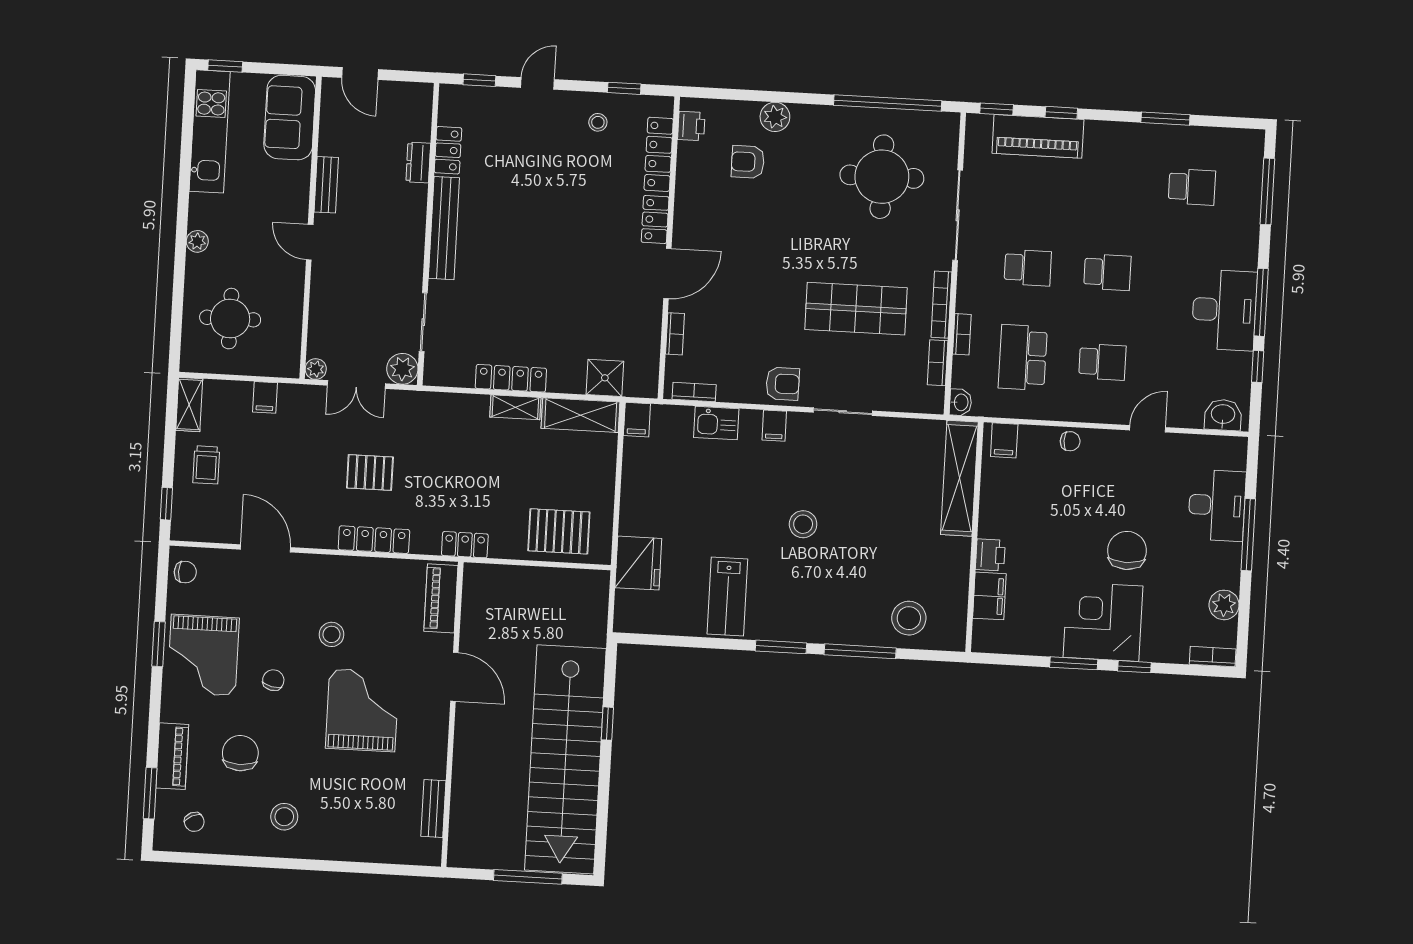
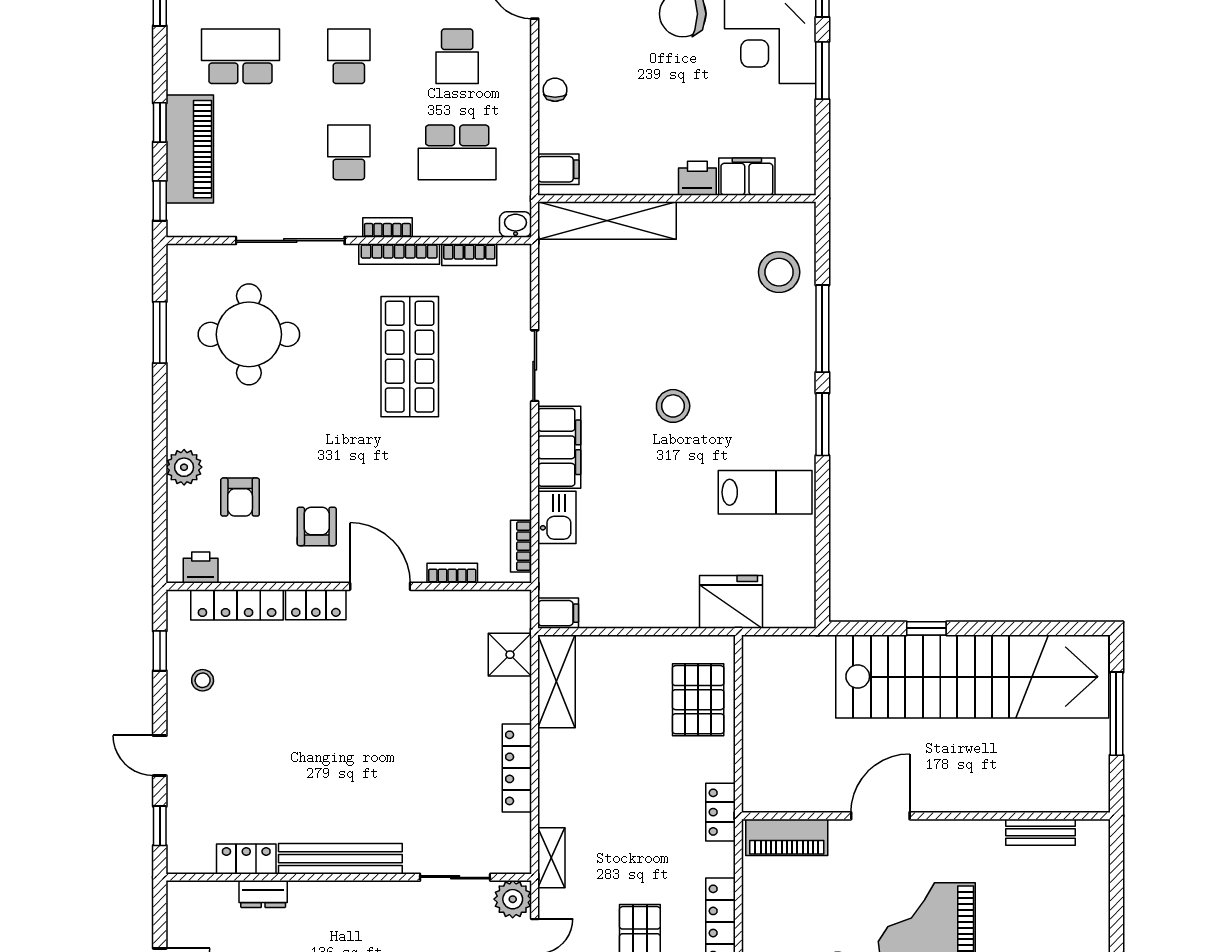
window: (888, 103) -> (160, 332), width x0.47
school desk: (1112, 183) -> (240, 56), added
bookcase: (962, 334) -> (387, 227), moved
school desk: (1102, 362) -> (457, 56), turned 180
armchair: (783, 384) -> (317, 526), moved
shelving: (515, 407) -> (551, 858), moved
filing cabinet: (774, 426) -> (559, 447), width x3.00, depth x1.17

